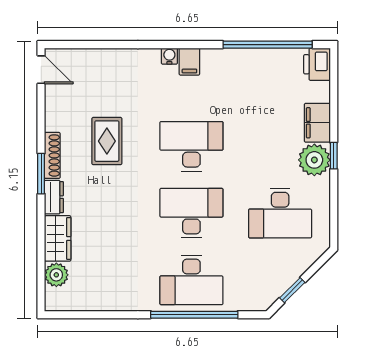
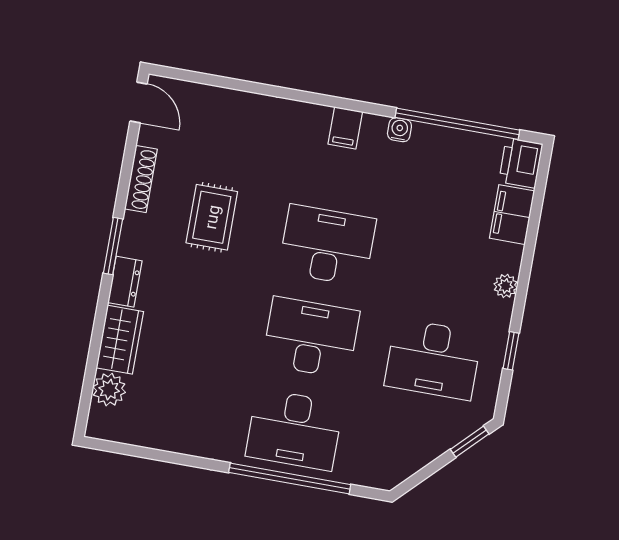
water cooler: (169, 56) -> (399, 130), moved
filing cabinet: (317, 123) -> (512, 215), moved
shoe rack: (52, 155) -> (141, 179), moved
window: (334, 156) -> (511, 351), moved
plant: (314, 160) -> (506, 286), width x0.53, depth x0.53
window: (292, 290) -> (470, 442), moved

